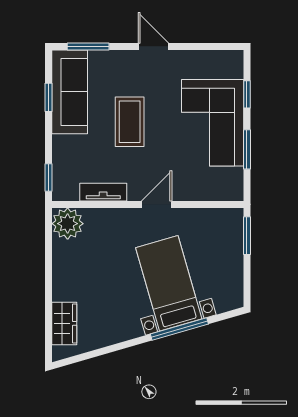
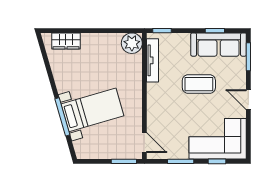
door: (153, 46) -> (248, 100), swing flipped
corner sofa: (213, 123) -> (218, 139), moved
tv unit: (103, 192) -> (153, 60), width x1.41
door: (157, 204) -> (144, 143), moved

